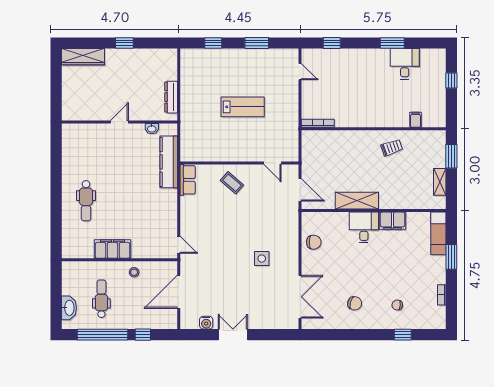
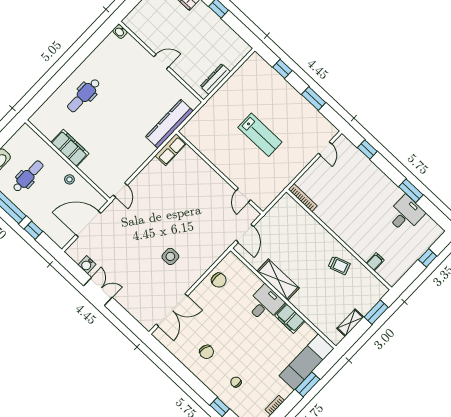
washbasin: (152, 129) -> (120, 31), moved
coffee table: (232, 183) -> (201, 182), removed
exam couch: (438, 233) -> (306, 362), width x1.36, depth x1.45

